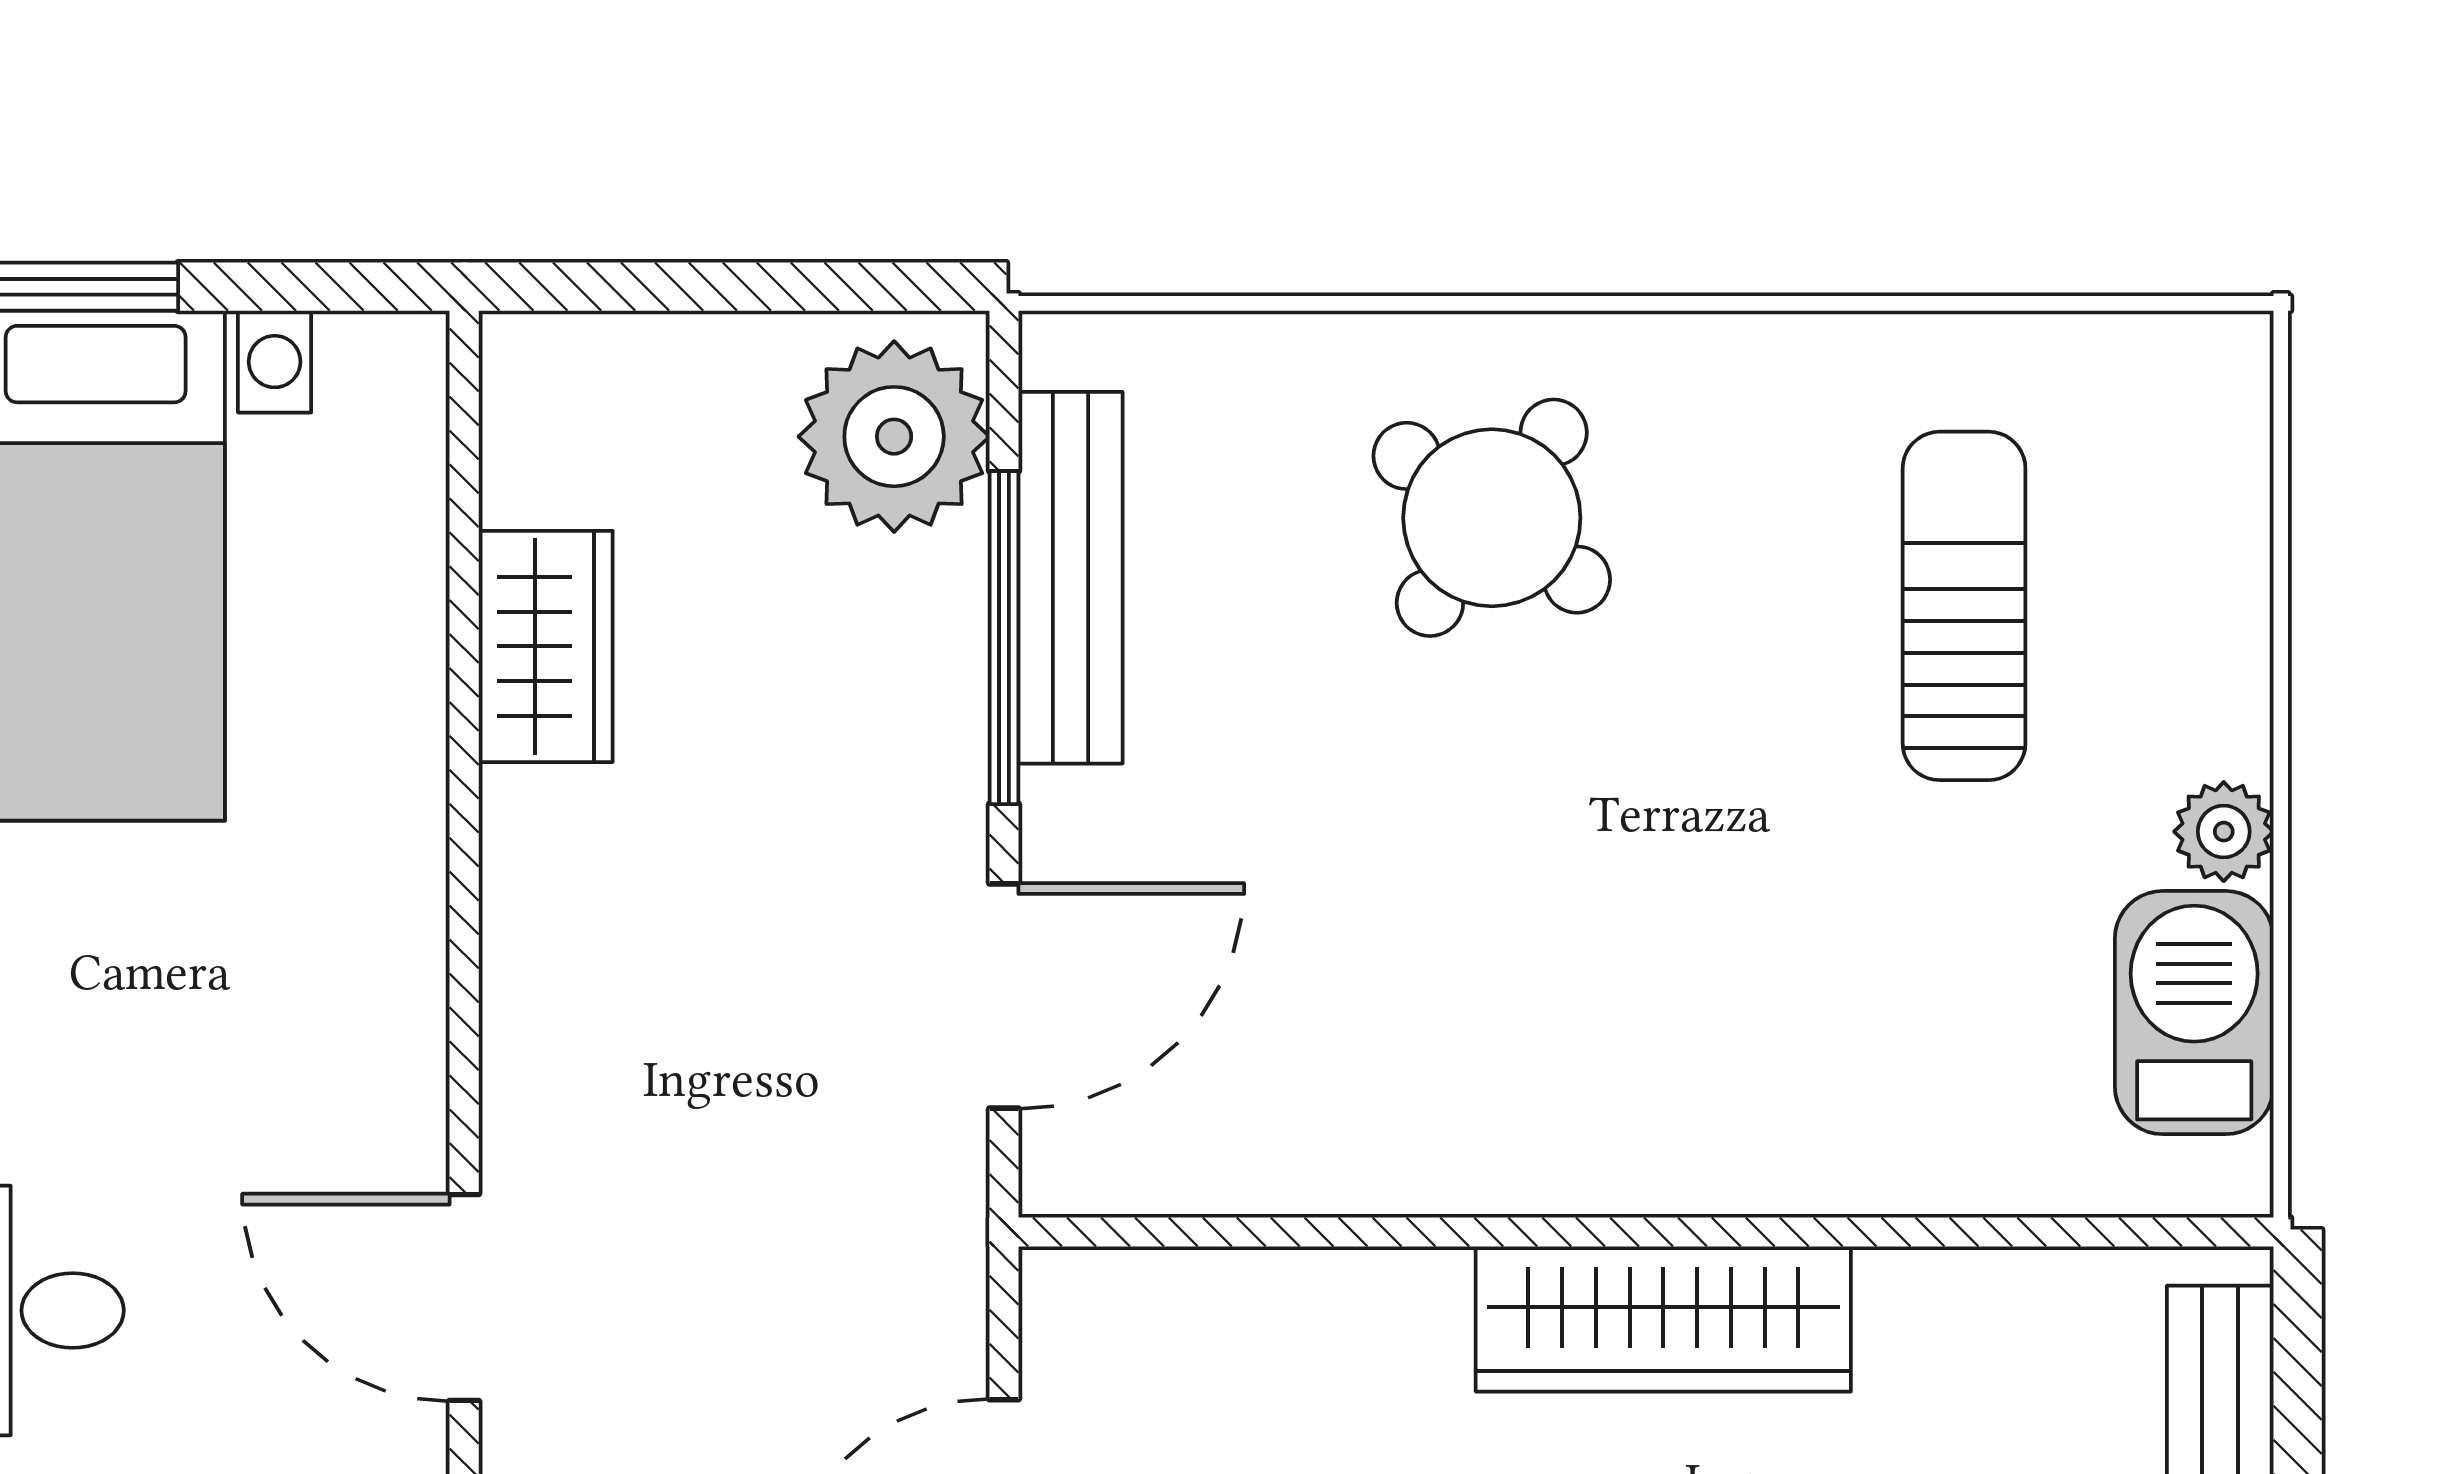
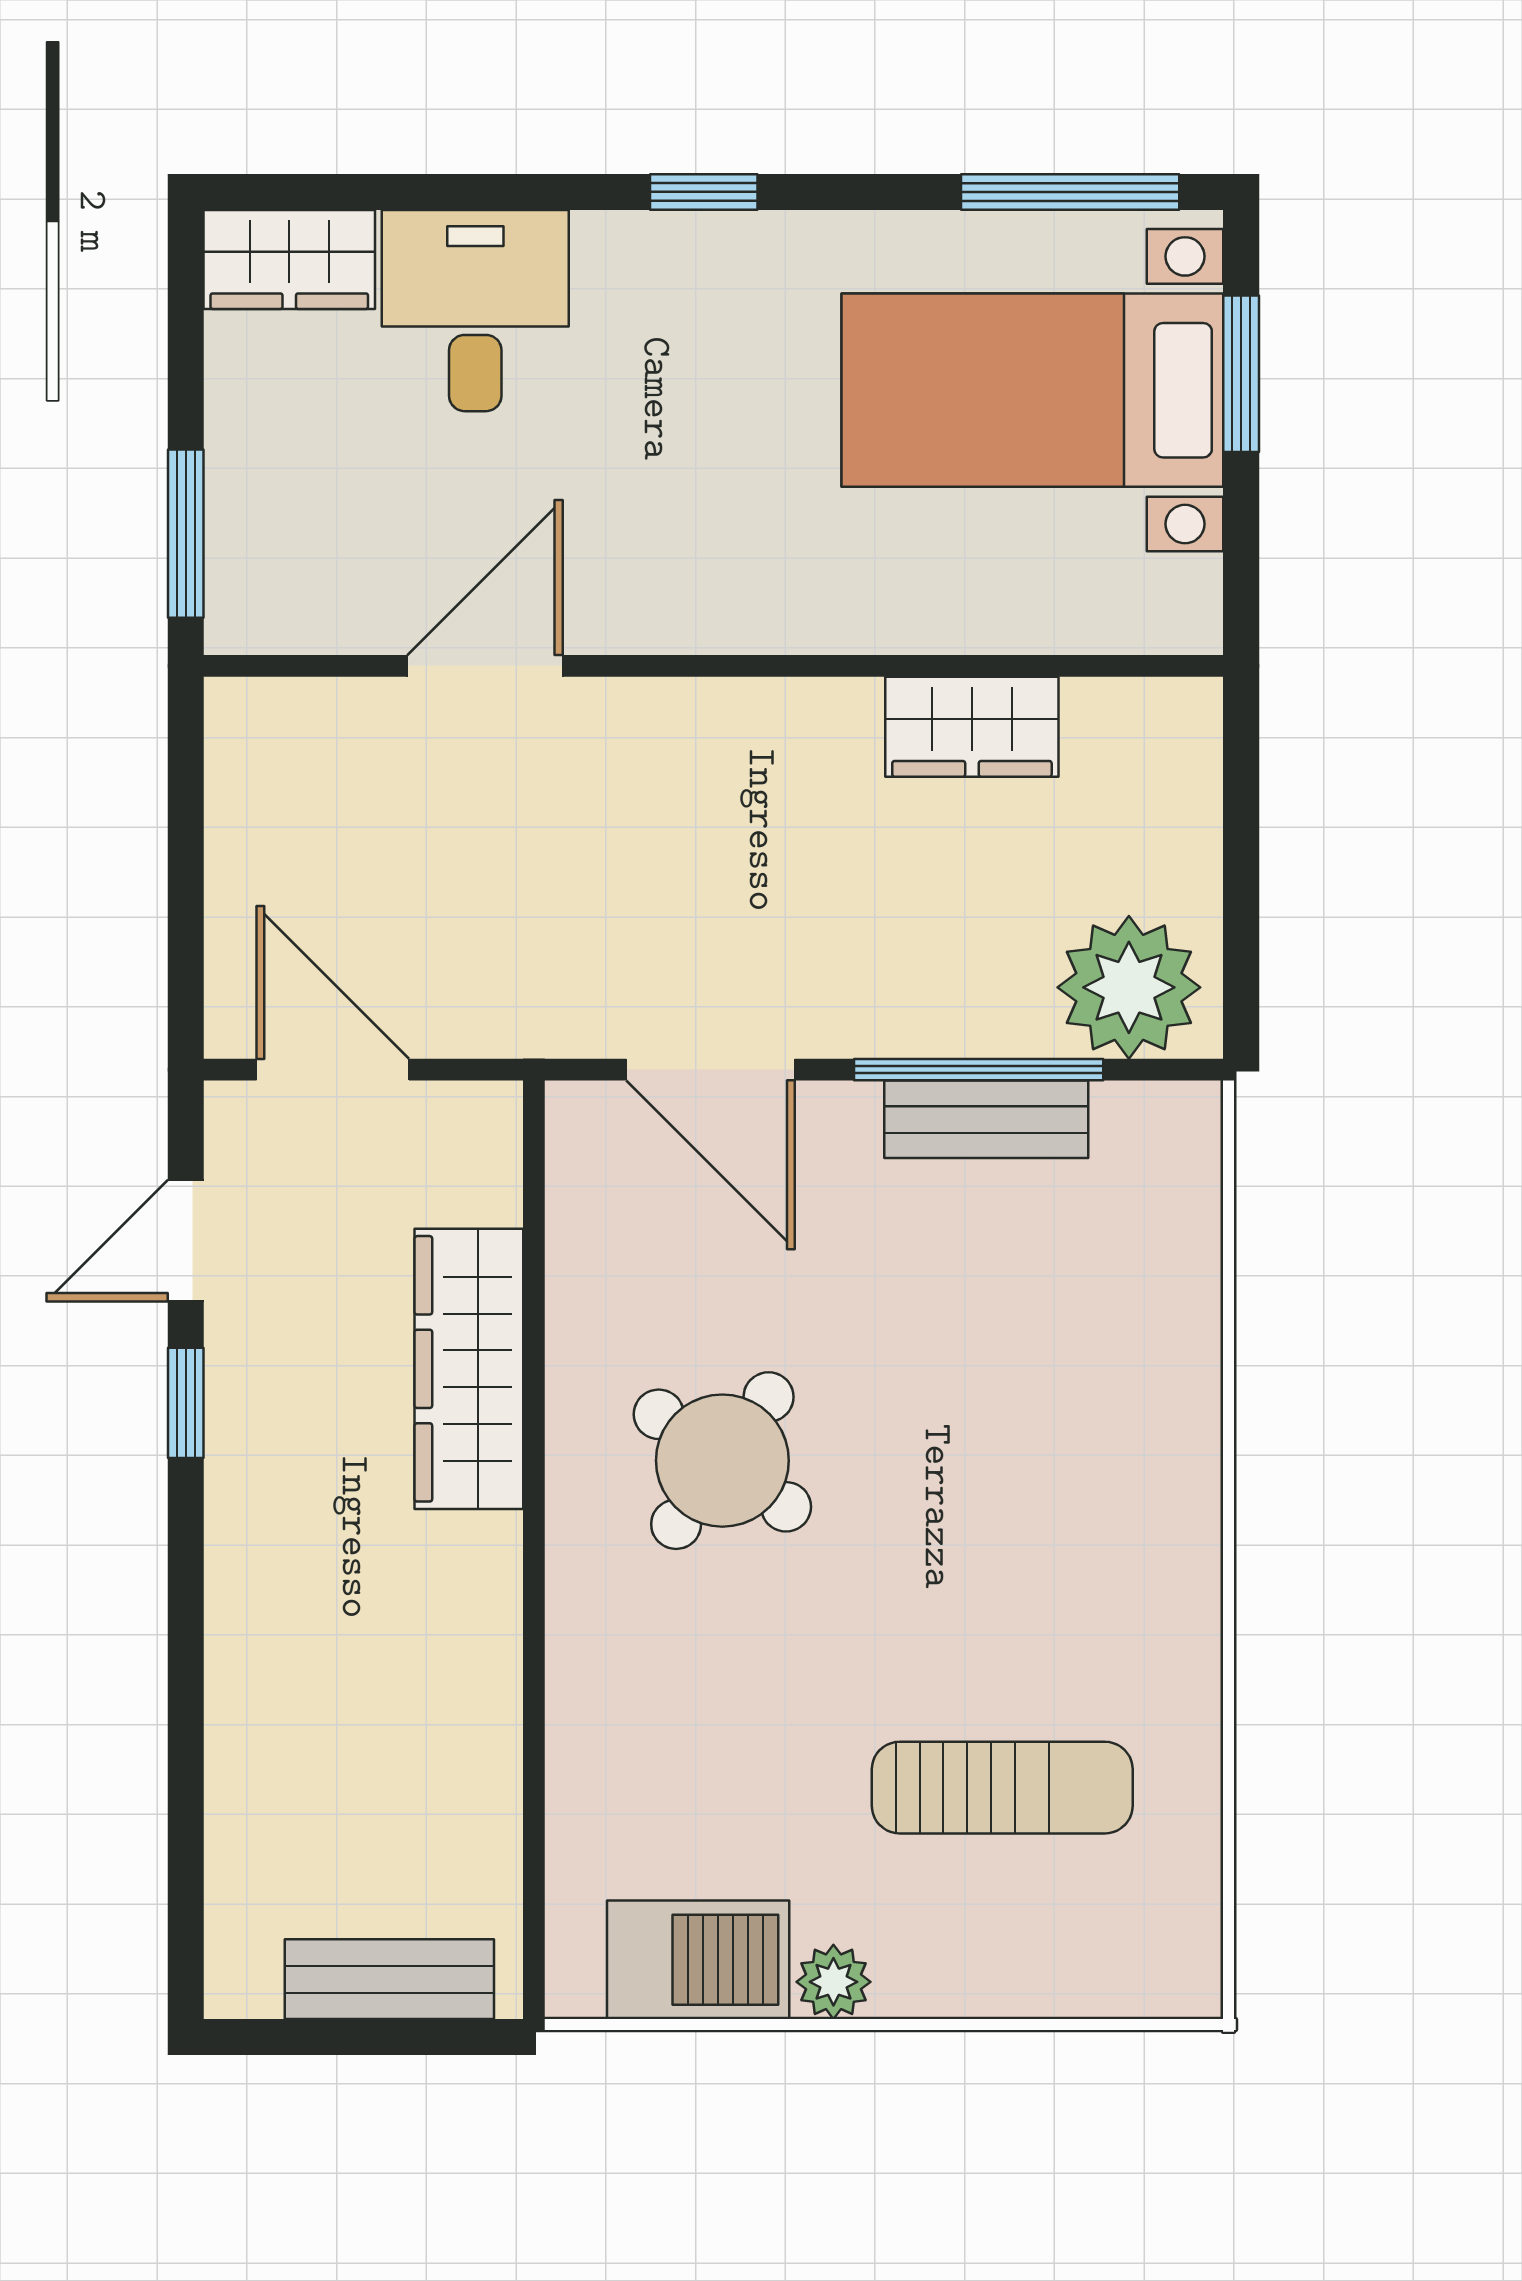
round table: (1492, 518) -> (722, 1461), moved
bench: (1070, 578) -> (986, 1119), width x0.73
wardrobe: (1663, 1319) -> (469, 1369), moved

